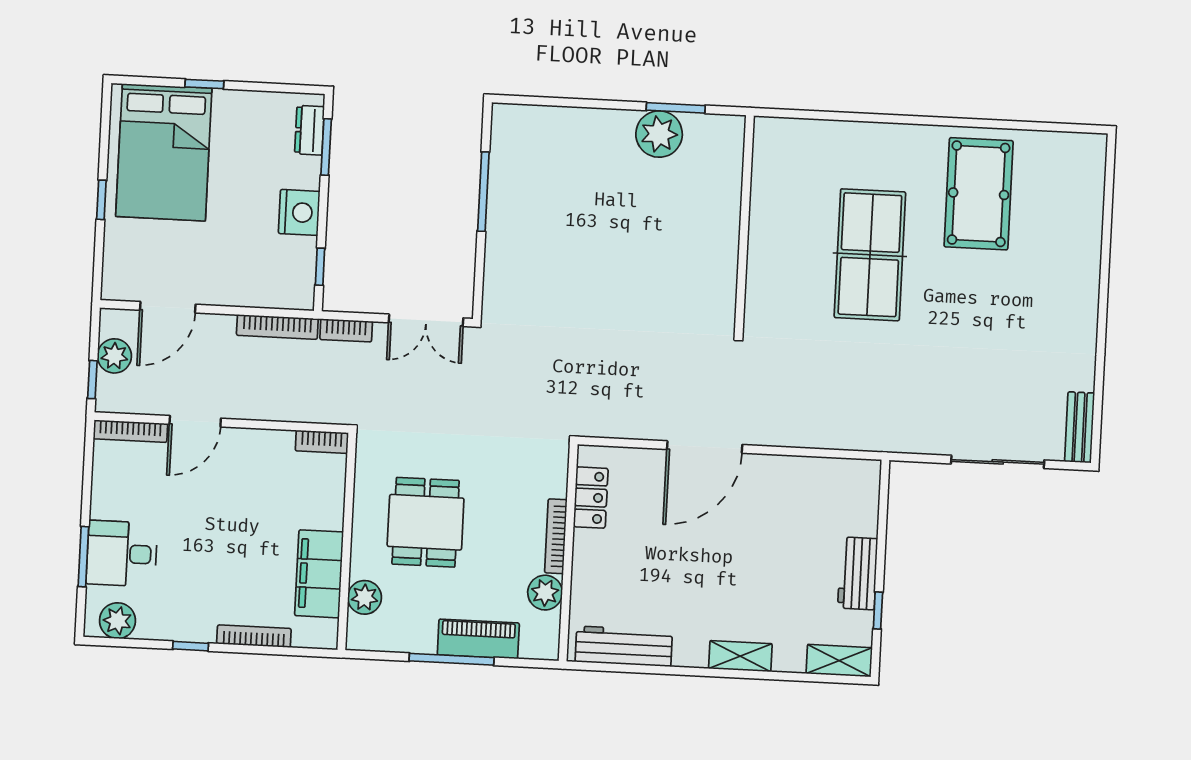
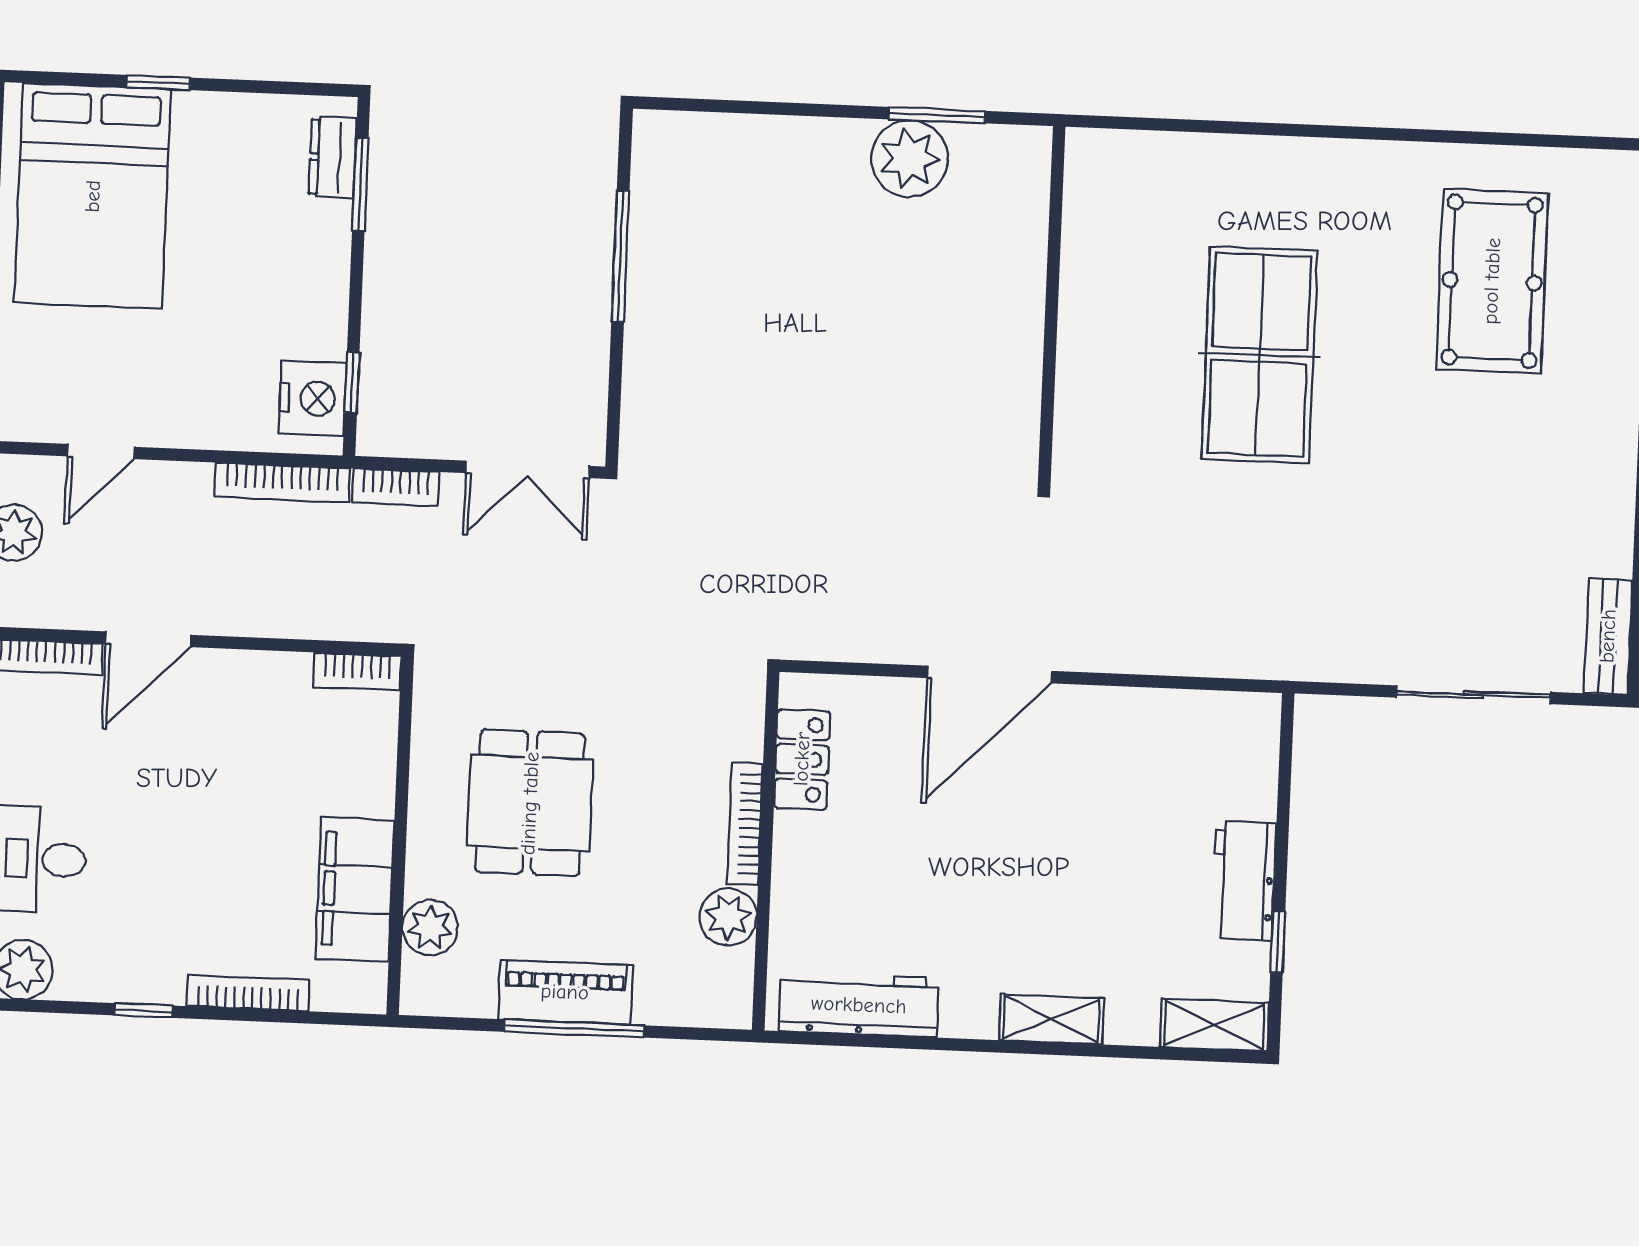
pool table: (979, 194) -> (1492, 281), moved
nightstand: (299, 212) -> (312, 398), moved
door: (168, 307) -> (101, 452), width x0.73
piano: (478, 639) -> (565, 992), moved

